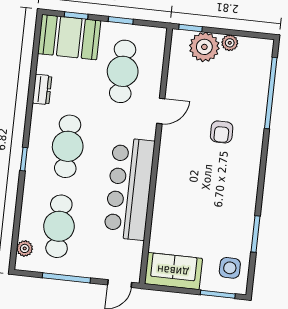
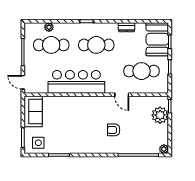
plant: (230, 43) -> (164, 149), moved
plant: (25, 248) -> (49, 27), moved

